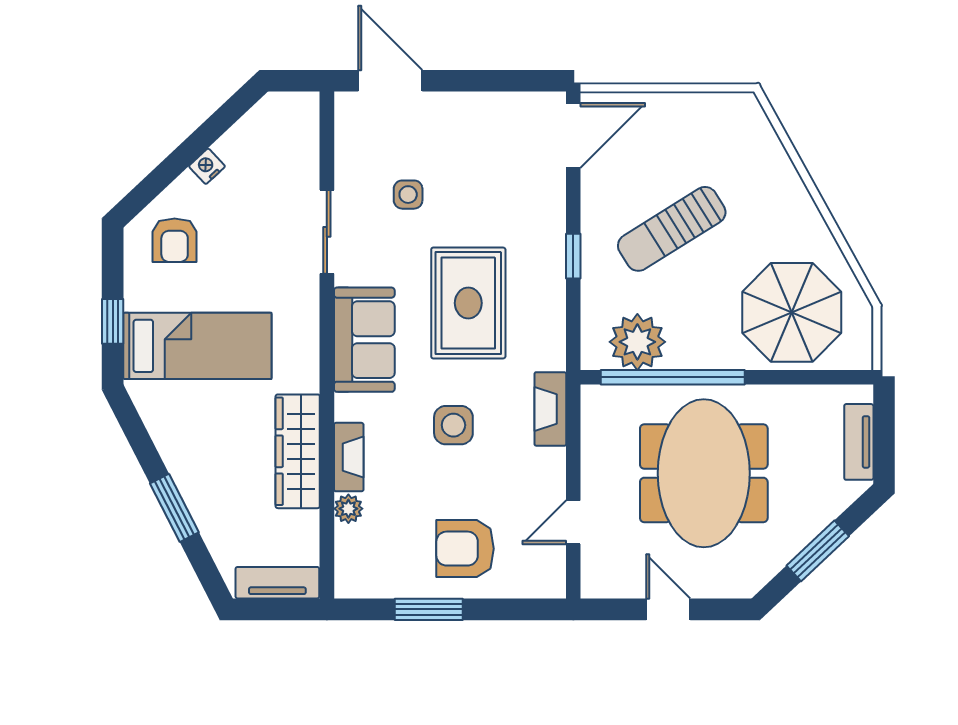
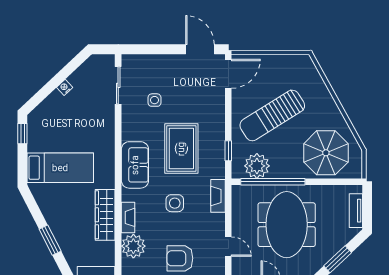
door: (390, 81) -> (200, 49), moved
sun lounger: (672, 229) -> (272, 115), width x1.36, depth x1.34
sliding door: (327, 232) -> (118, 85), moved
armchair: (175, 240) -> (50, 121), removed
window: (573, 256) -> (228, 151), moved
window: (113, 321) -> (22, 134), moved
plant: (348, 509) -> (133, 246), width x1.88, depth x1.88
door: (573, 522) -> (228, 247), swing flipped

